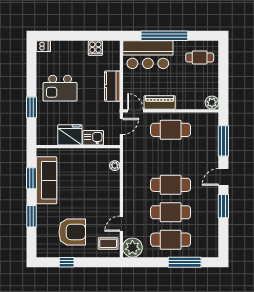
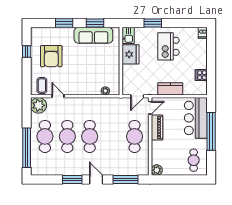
door: (121, 126) -> (137, 96), hinge flipped
kitchen sink: (93, 138) -> (128, 35), moved
window: (185, 262) -> (27, 148), width x1.46

